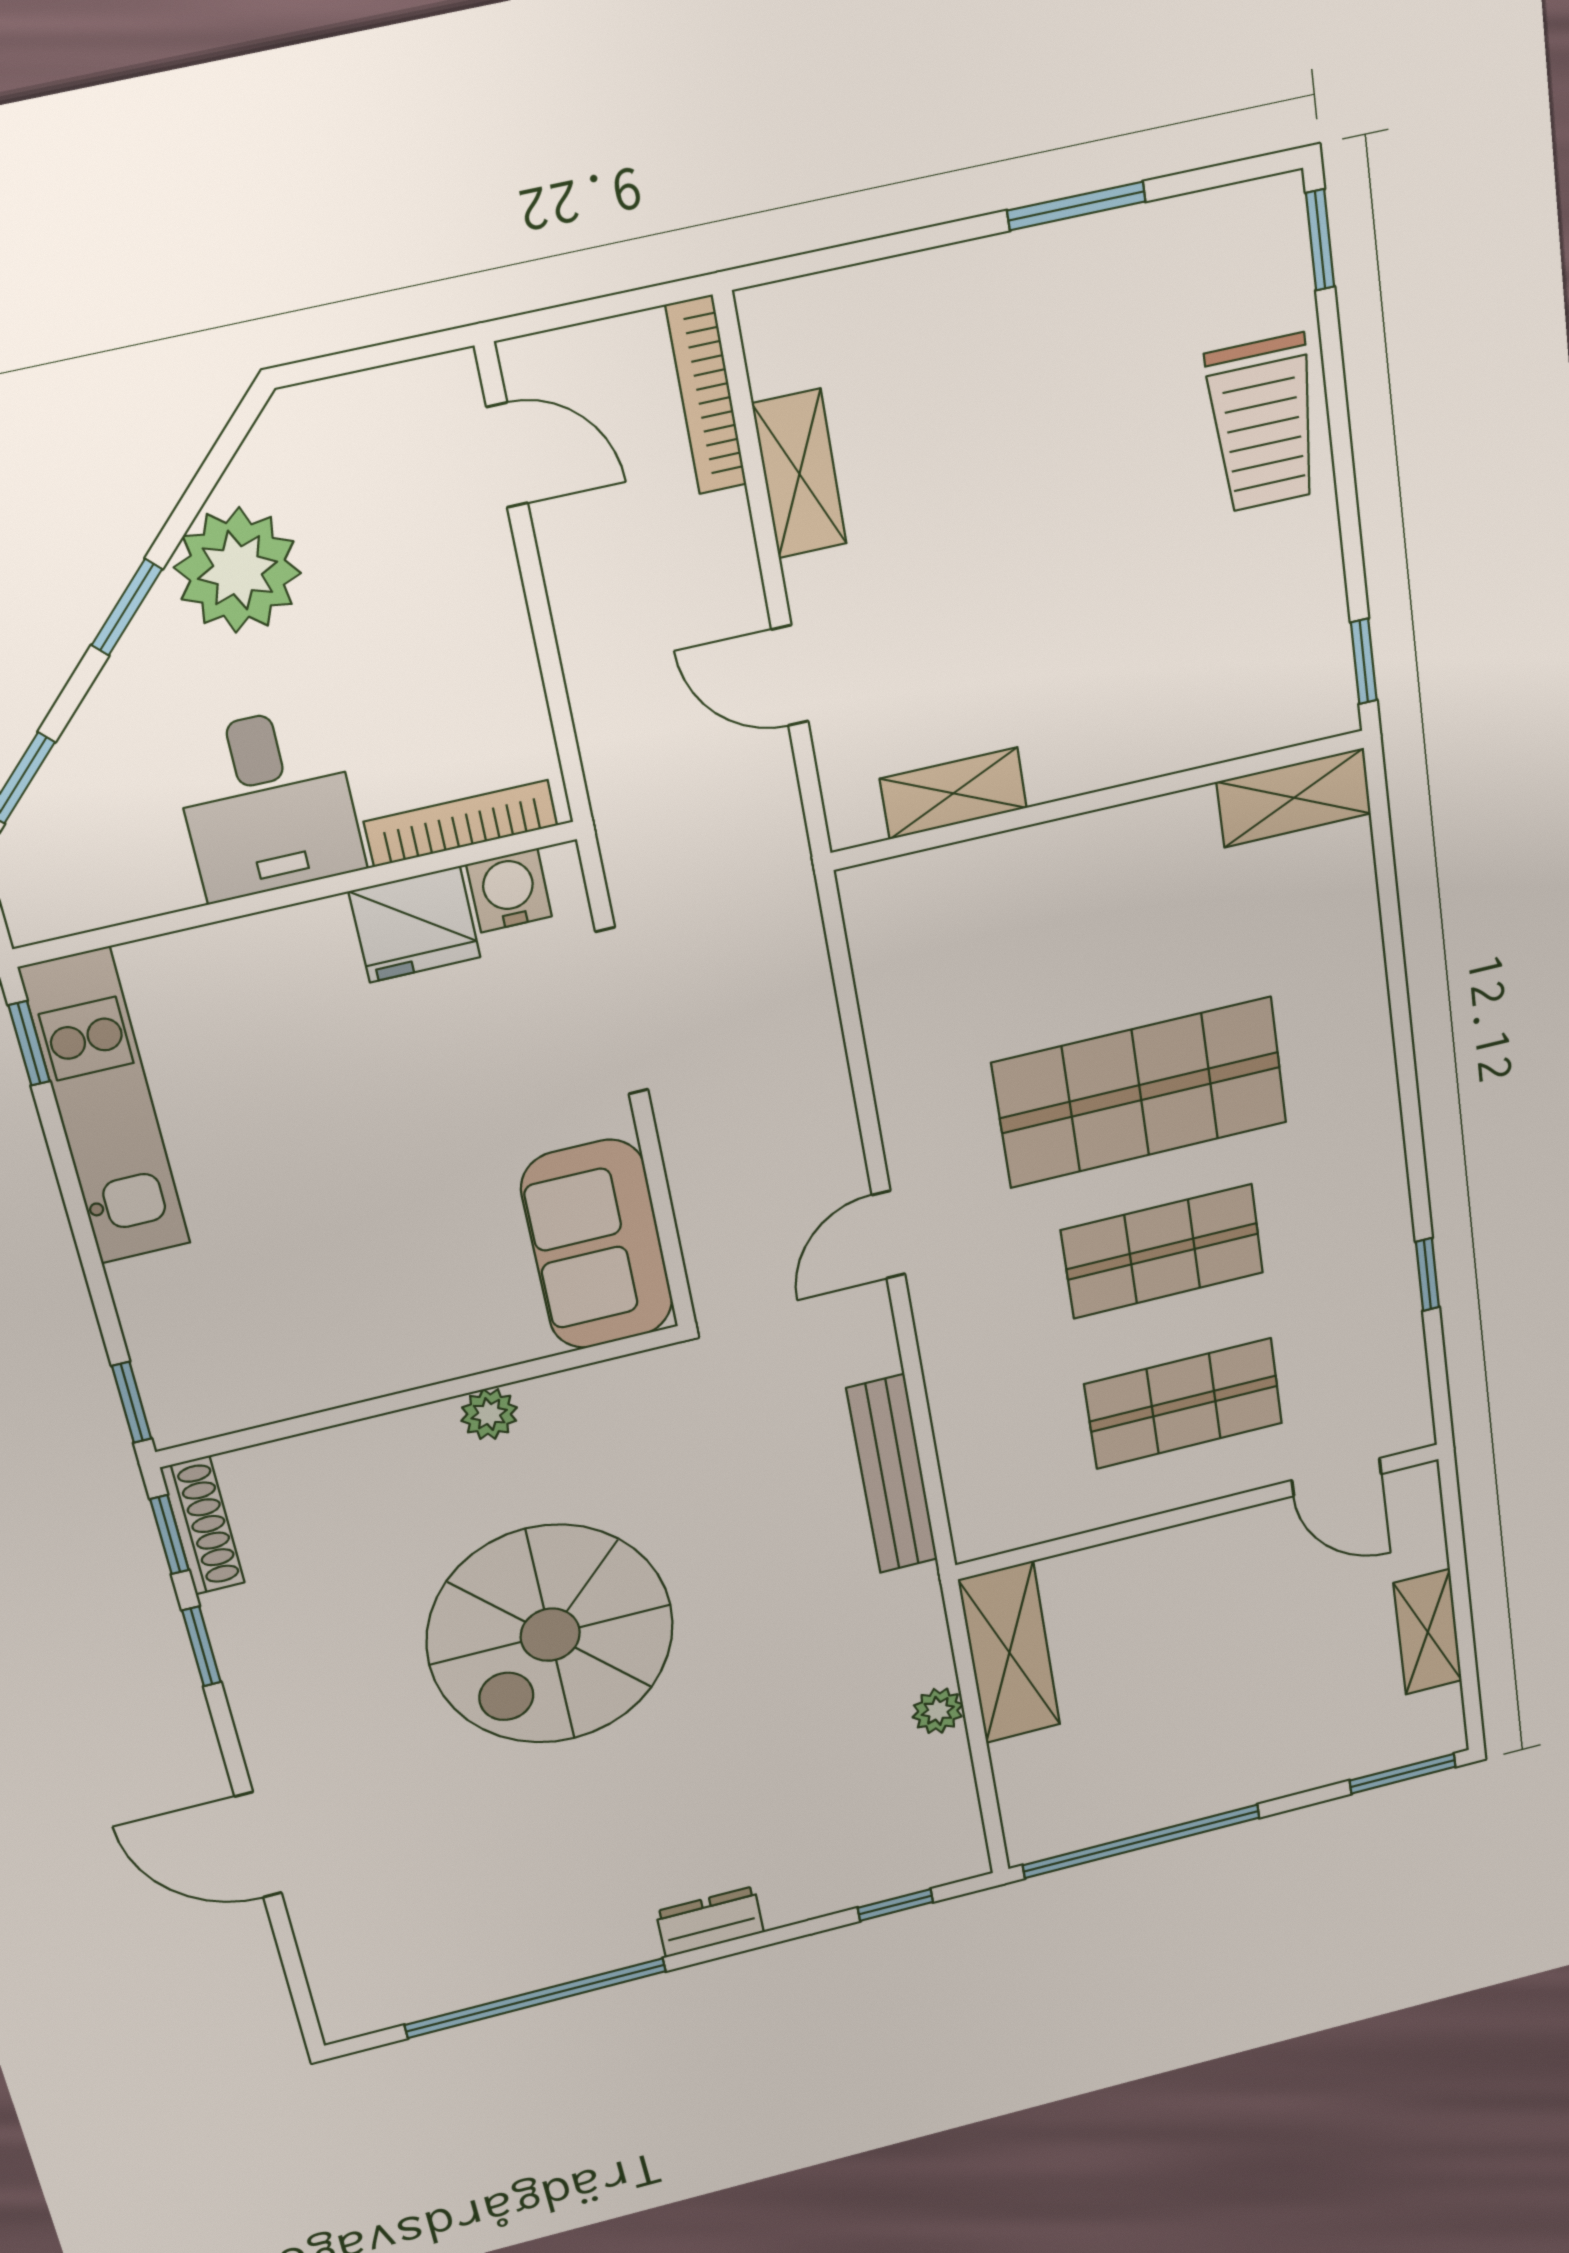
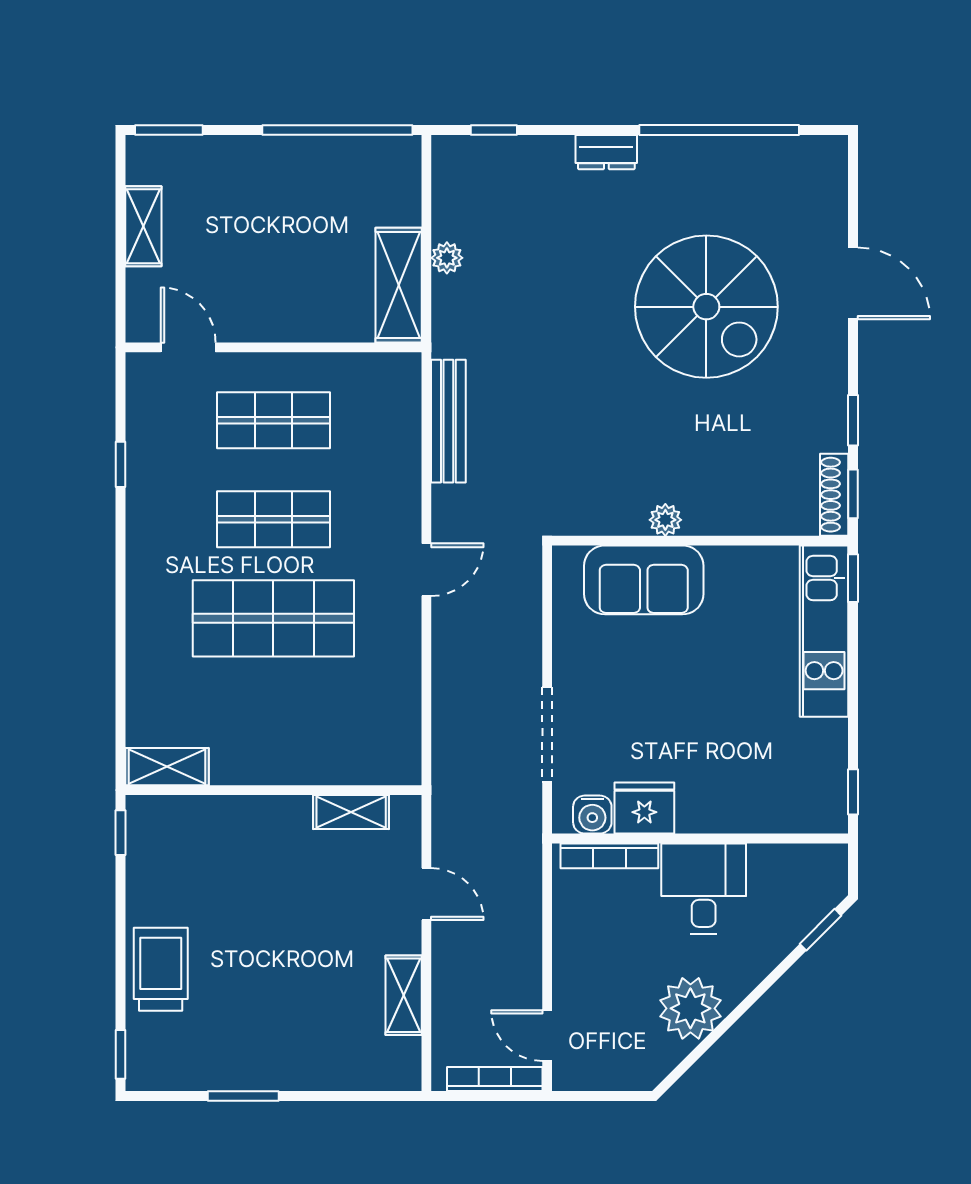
bookcase: (706, 395) -> (495, 1079), moved, turned -90
window: (127, 607) -> (748, 1002), removed
kitchen unit: (105, 1108) -> (824, 631), moved
sofa: (597, 1245) -> (644, 580), moved, turned 90
spiral stairs: (550, 1635) -> (706, 307), moved, turned 90

